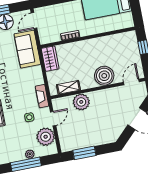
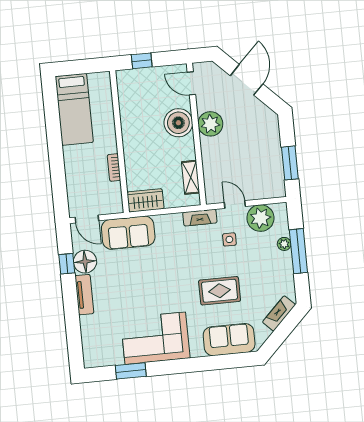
plant: (81, 102) -> (210, 124), moved

